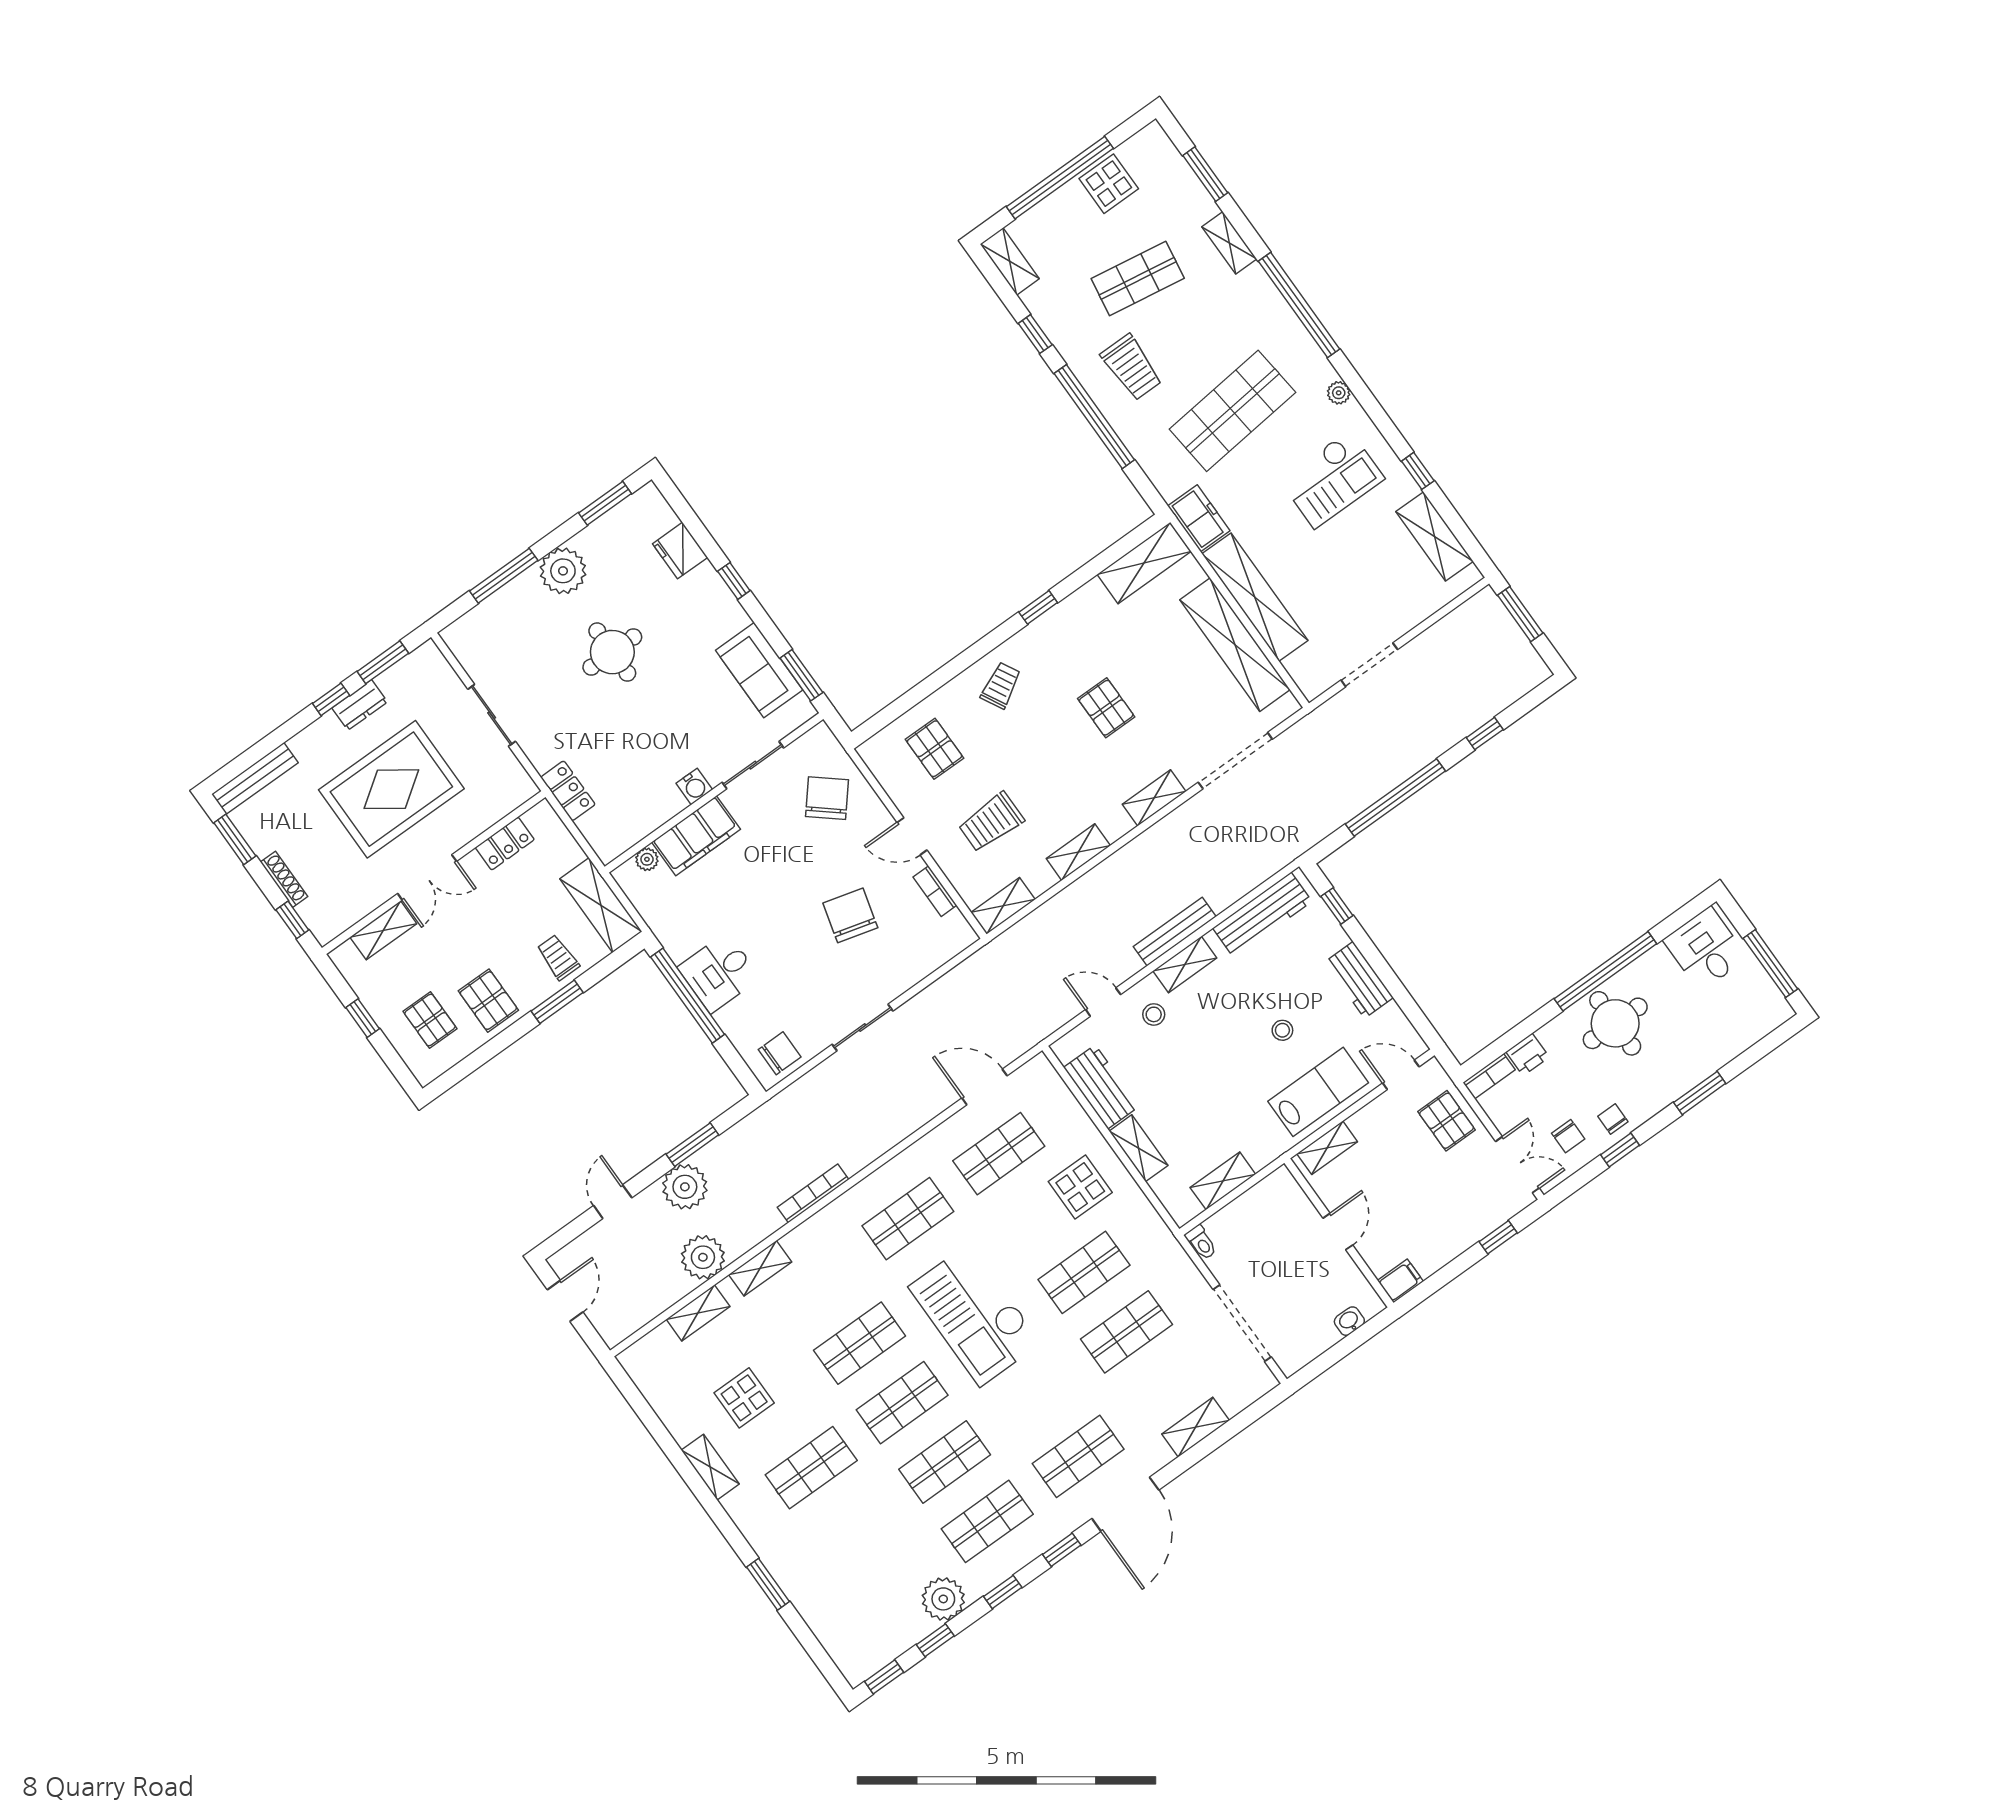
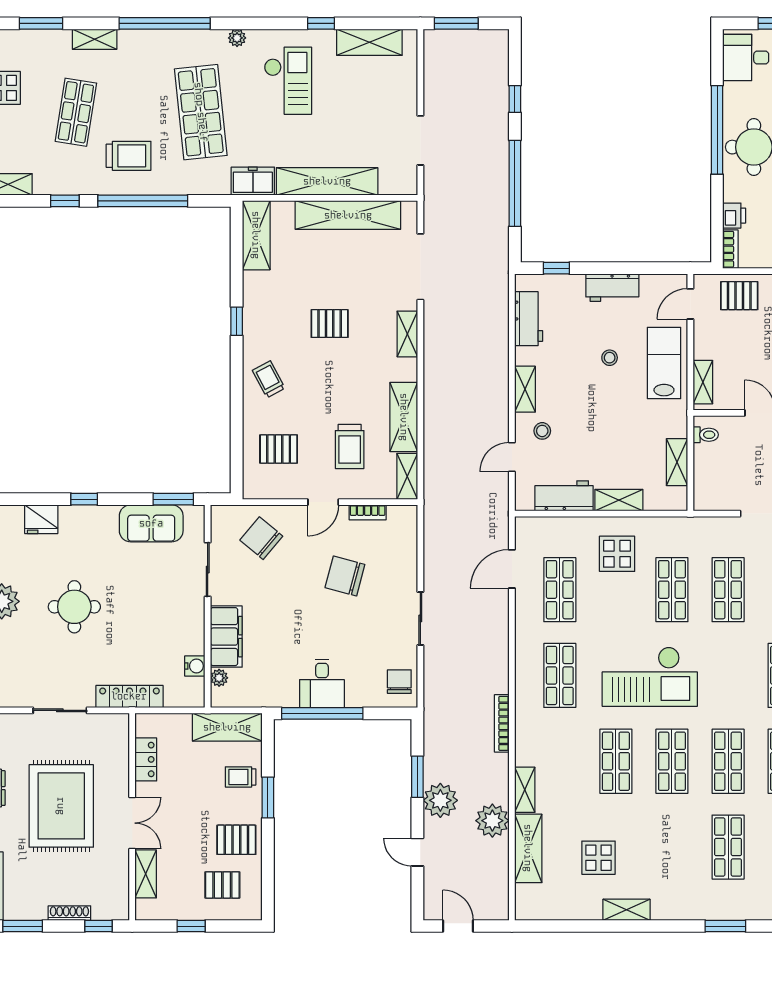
water cooler: (694, 786) -> (195, 666), moved
locker: (568, 791) -> (129, 696), width x1.53
shelving: (1078, 852) -> (404, 417), width x1.50, depth x1.33
workbench: (1262, 915) -> (529, 319), width x0.73
bench: (1175, 932) -> (500, 381), removed
toilet: (1201, 1242) -> (706, 435), moved
shelving: (698, 1313) -> (528, 848), width x1.50, depth x1.33
shop shelf: (811, 1468) -> (728, 847), moved

